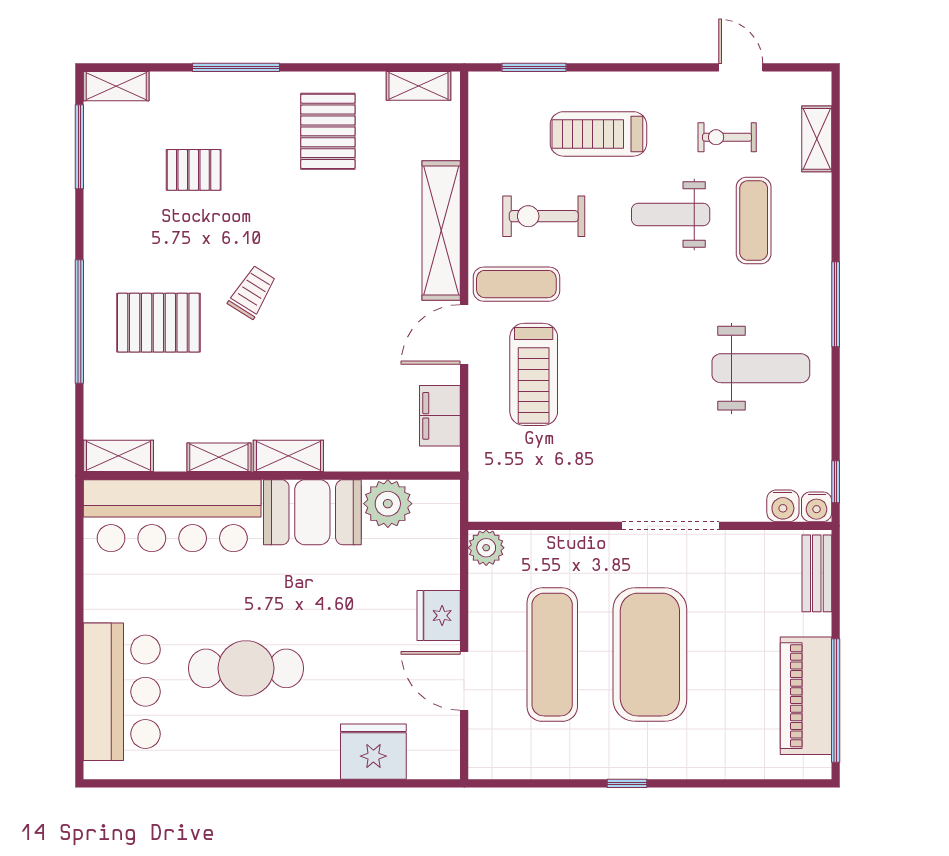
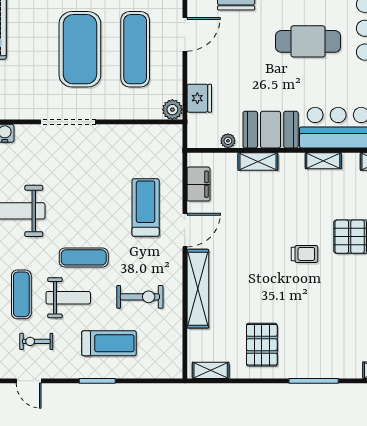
window: (534, 67) -> (97, 381), moved
exercise bike: (727, 137) -> (36, 341), turned 180
pallet: (194, 170) -> (338, 323), removed
exercise mat: (516, 284) -> (84, 257), moved
trolley: (252, 292) -> (305, 254), turned -122
shelving: (288, 456) -> (258, 161), moved
plant: (388, 504) -> (228, 141), width x0.53, depth x0.53
fridge: (439, 616) -> (199, 98), moved
door: (464, 681) -> (185, 34), hinge flipped

